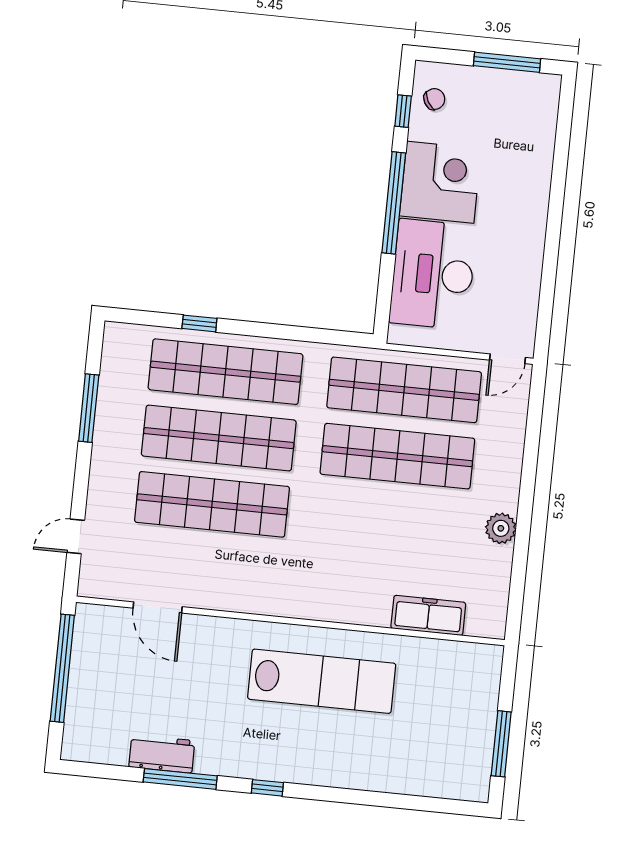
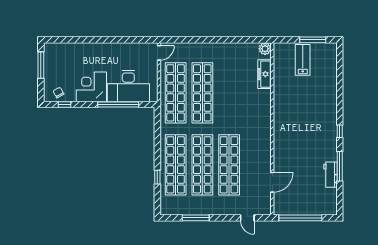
window: (394, 203) -> (118, 105), moved
door: (507, 359) -> (159, 53), hinge flipped
plant: (501, 528) -> (265, 49), moved
lab bench: (322, 681) -> (303, 60), moved, width x0.54, depth x0.72

